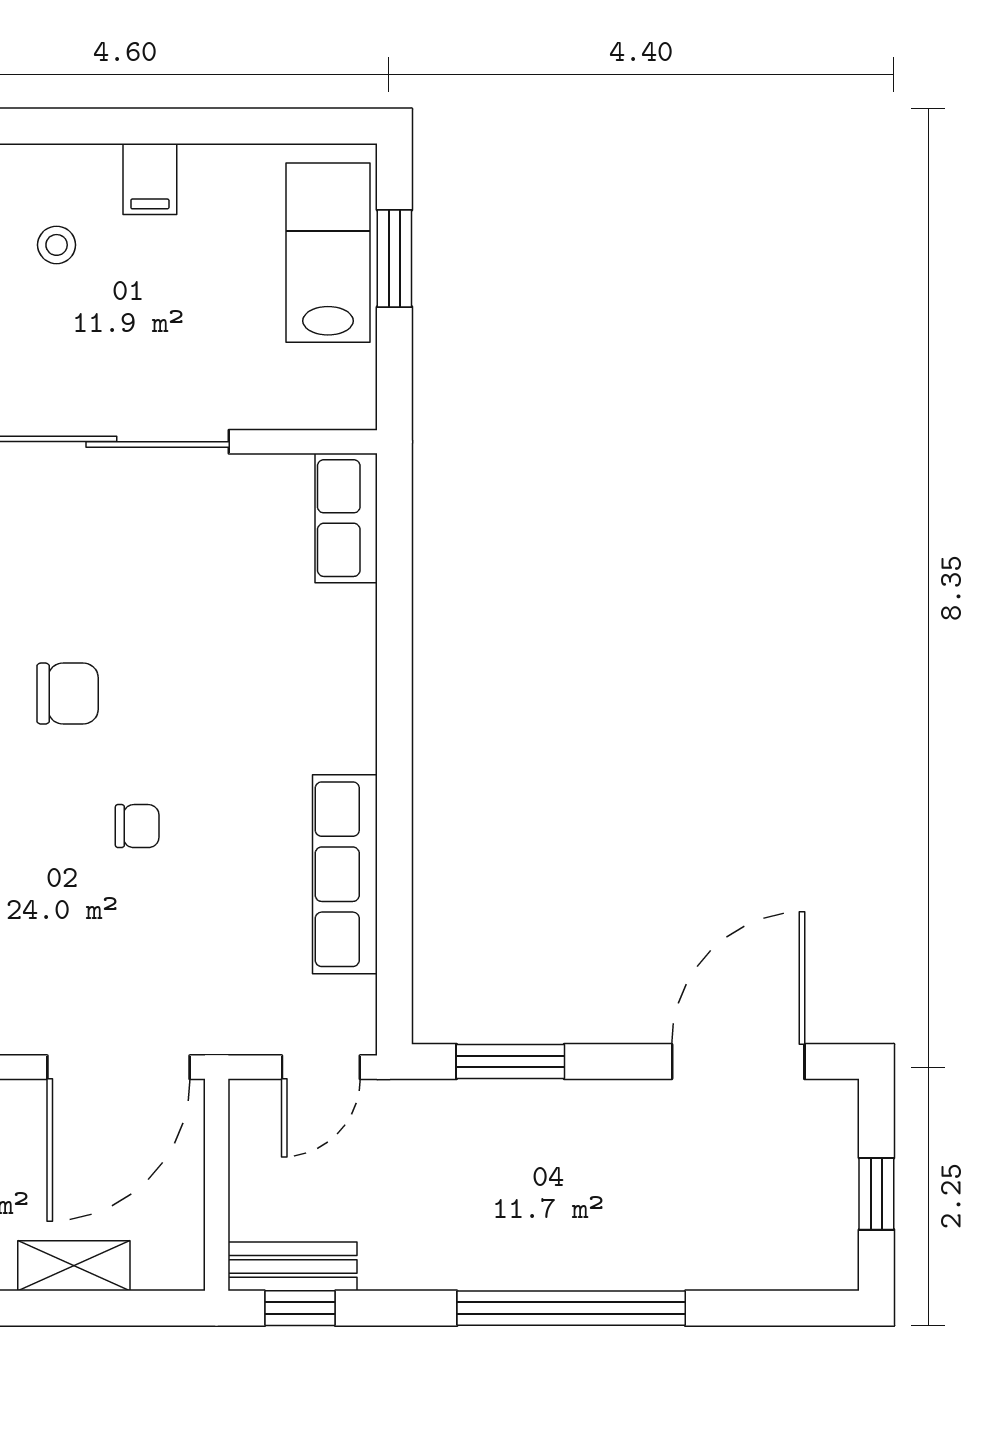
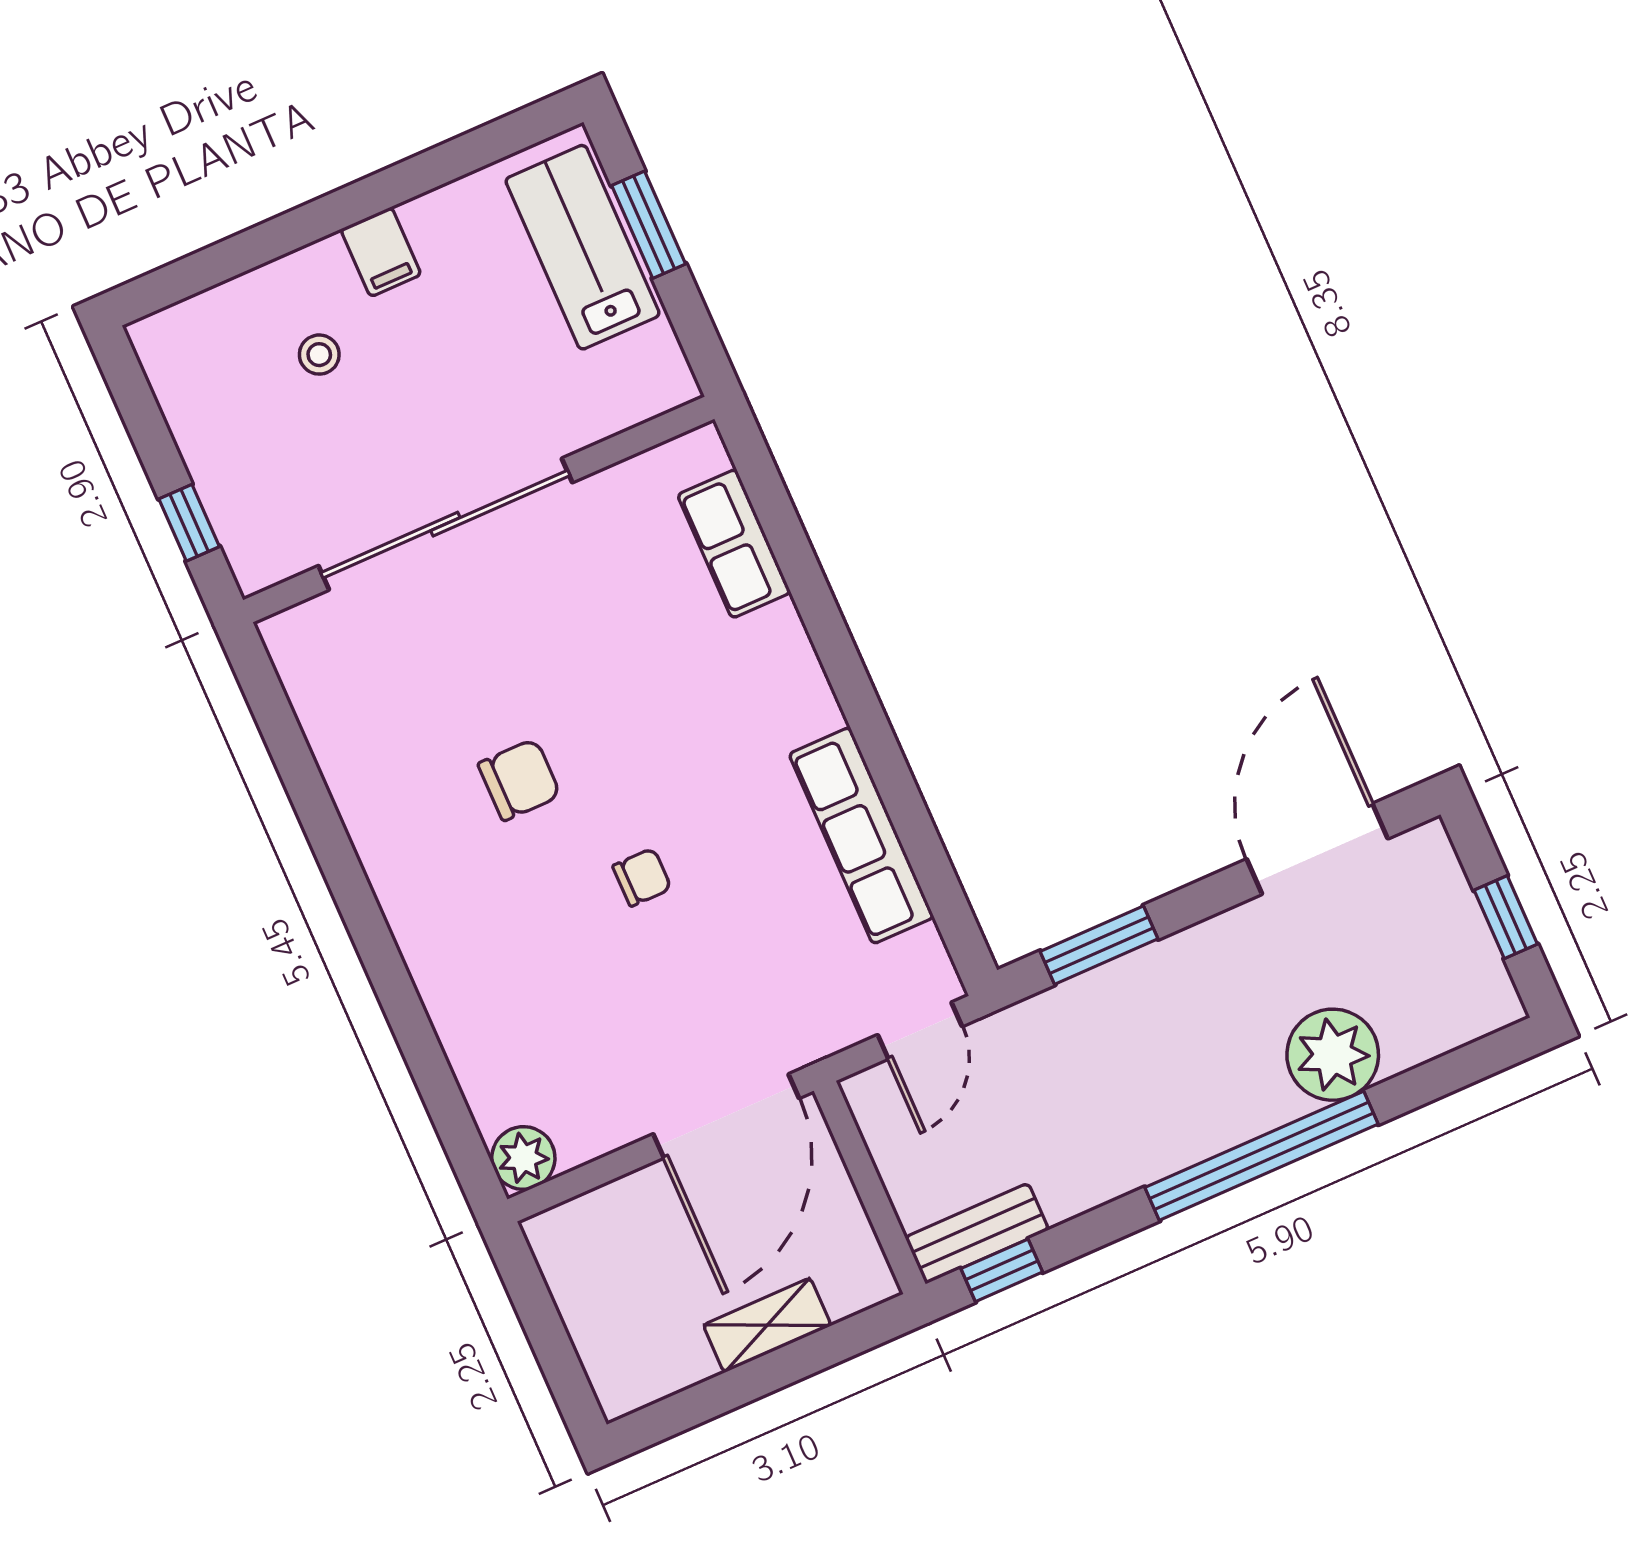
row of seats: (346, 518) -> (734, 544), moved
plant: (672, 1247) -> (1333, 1055), added

